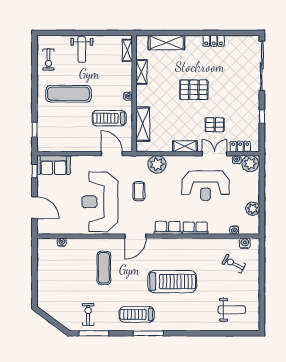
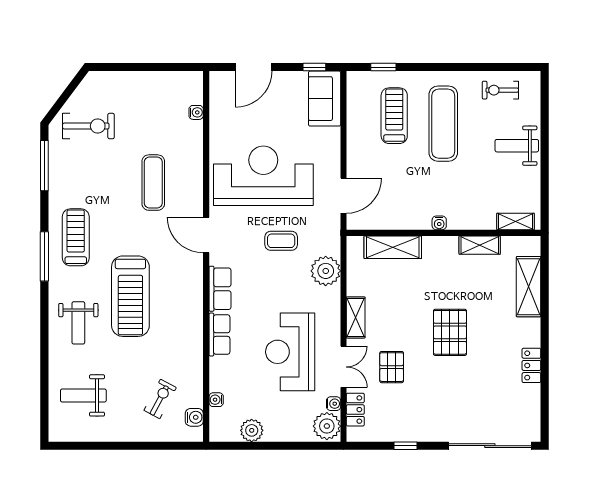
treadmill: (109, 118) -> (394, 116), moved
exercise mat: (104, 268) -> (153, 183), turned 90
weight bench: (232, 310) -> (83, 395), turned 90
weight bench: (188, 313) -> (78, 323), added
exercise bike: (88, 314) -> (88, 126), moved, width x1.38, depth x1.39

